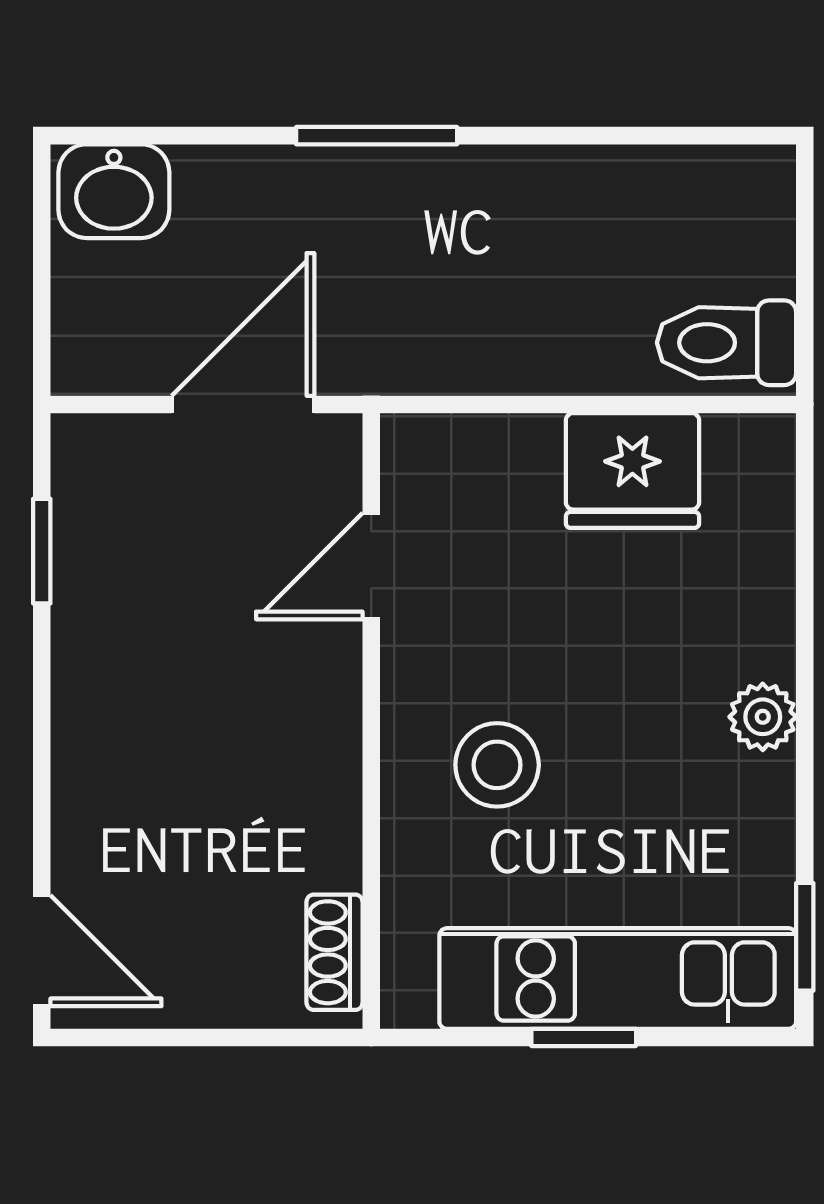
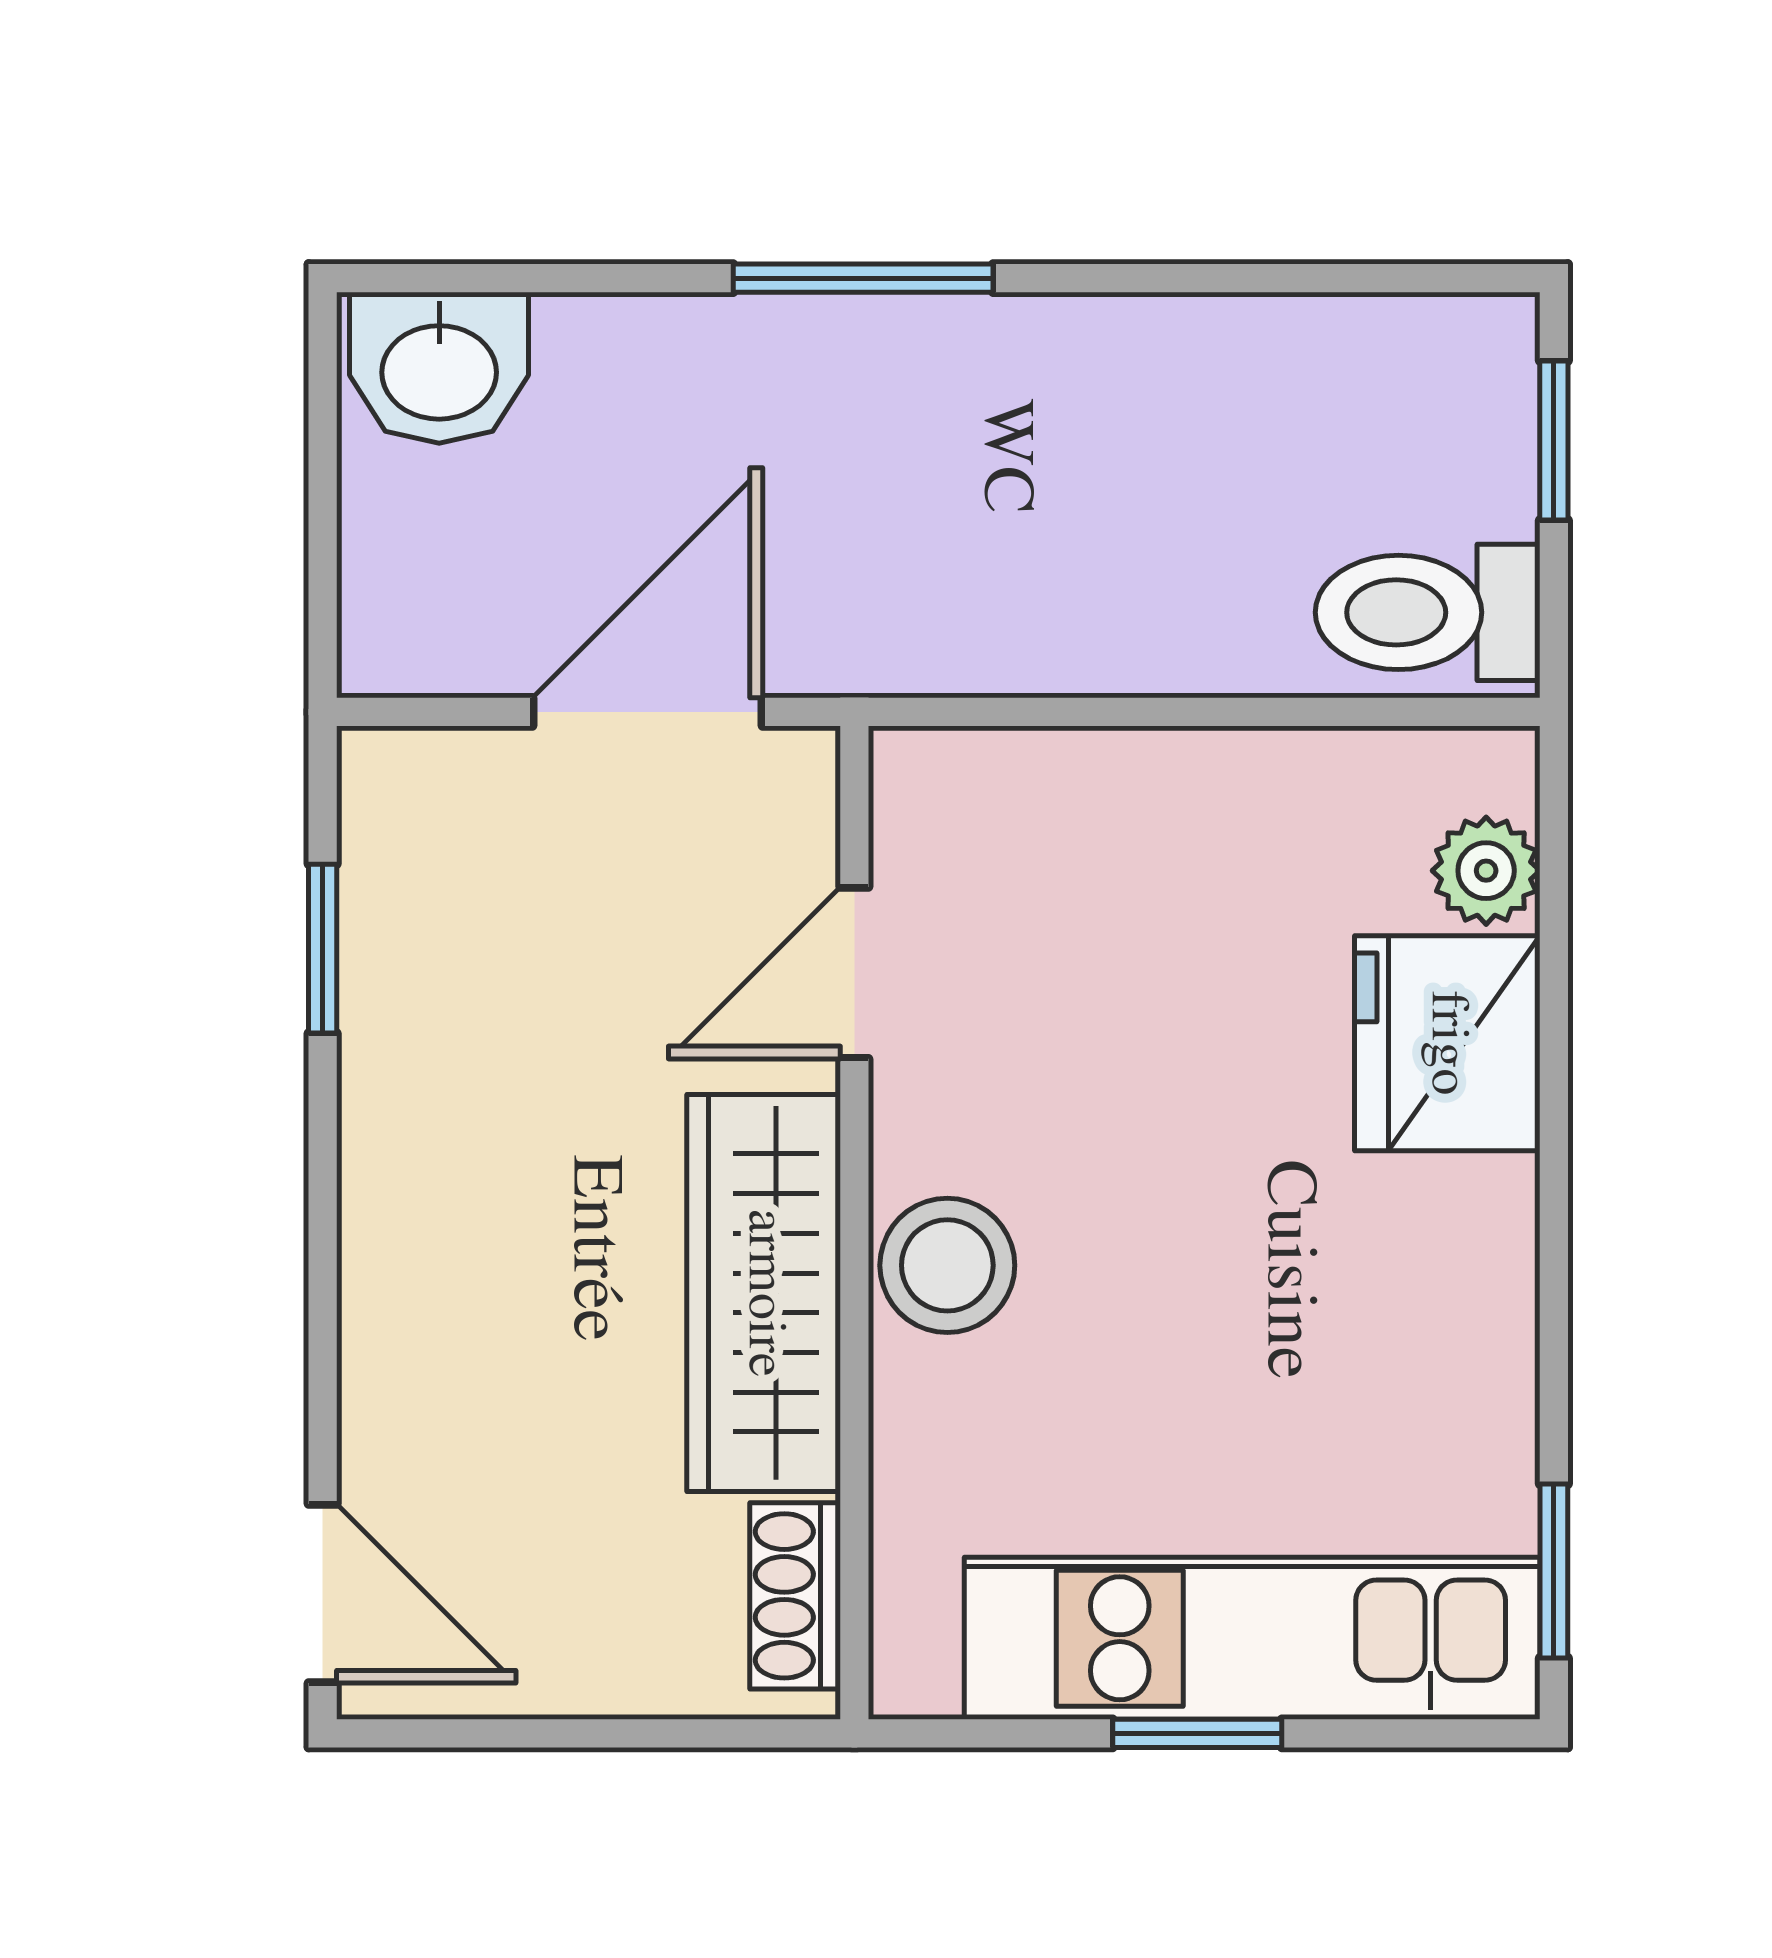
window: (805, 236) -> (1554, 440), added
fridge: (632, 471) -> (1447, 1043), moved, turned 90
plant: (763, 717) -> (1486, 871), moved
wardrobe: (315, 764) -> (764, 1293), added
stool: (497, 765) -> (947, 1265), moved

